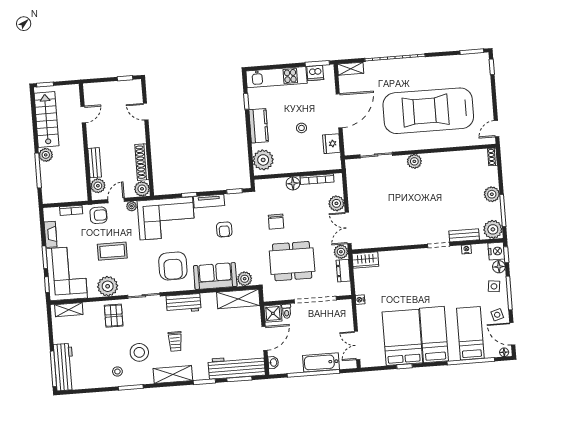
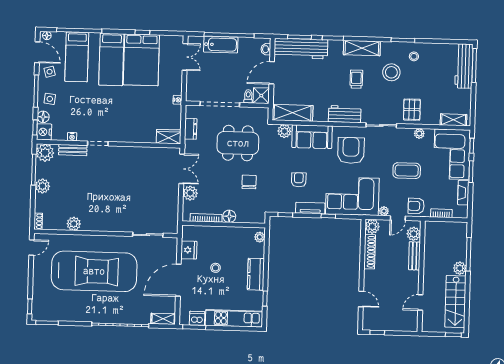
plant: (263, 160) -> (260, 237), width x0.53, depth x0.53
plant: (414, 161) -> (74, 224), moved
plant: (341, 252) -> (191, 147), removed
plant: (108, 286) -> (419, 134), width x0.53, depth x0.53

